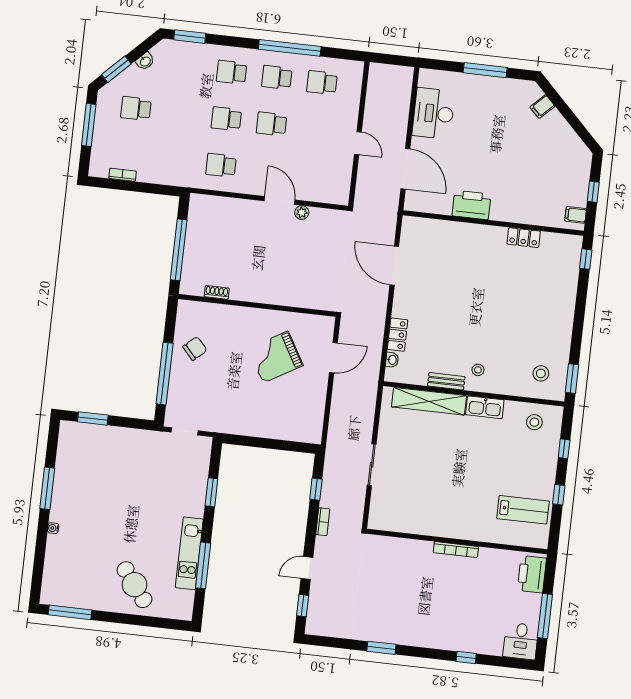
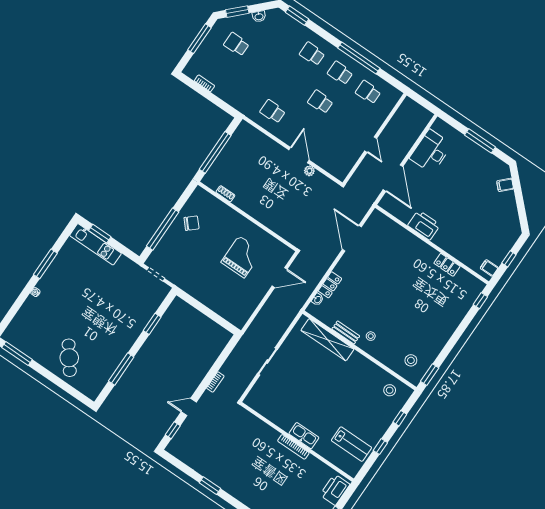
school desk: (226, 119) -> (292, 83), removed
grand piano: (275, 357) -> (242, 257), turned 120
kitchen sink: (485, 407) -> (304, 436), moved, turned 180
window: (316, 489) -> (222, 358), removed
kitchen unit: (189, 553) -> (95, 244), moved, turned -90

